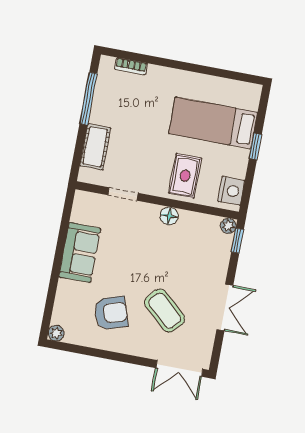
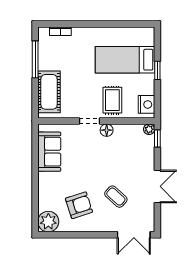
cot: (95, 147) -> (49, 92), width x1.37, depth x1.34
doorway: (123, 194) -> (90, 121), moved
sofa: (80, 253) -> (49, 152), moved
coffee table: (165, 311) -> (116, 197), width x0.73, depth x0.77
plant: (56, 333) -> (48, 222), width x1.88, depth x1.88

